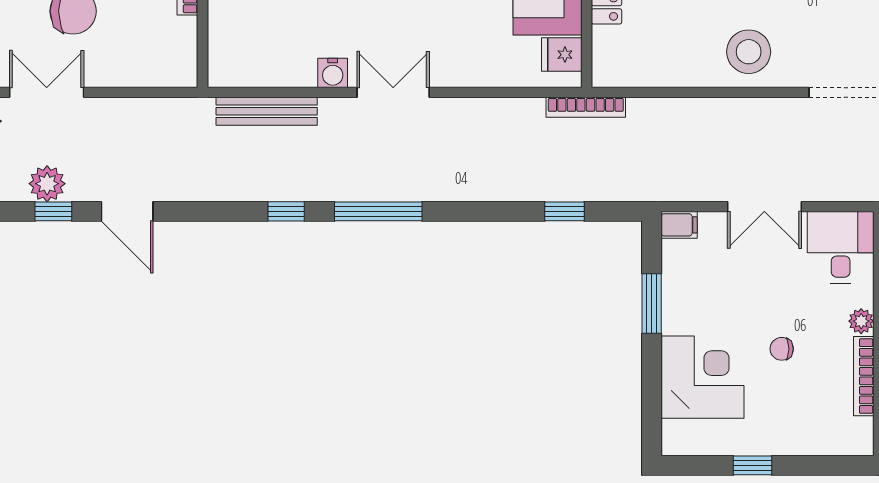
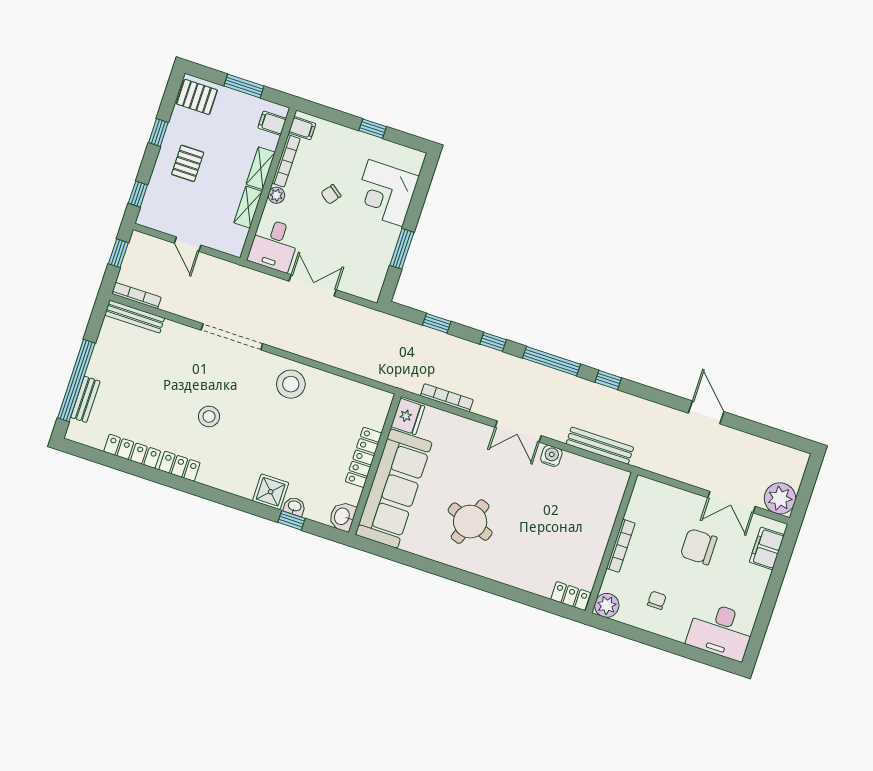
fridge: (562, 55) -> (408, 416), width x1.38
bookcase: (586, 107) -> (447, 398), moved
plant: (47, 184) -> (750, 446), removed
window: (53, 211) -> (493, 342), moved
filing cabinet: (679, 225) -> (302, 128), moved, turned 180
chair: (782, 349) -> (331, 194), turned 127

